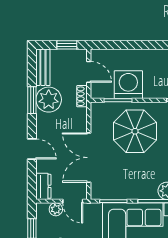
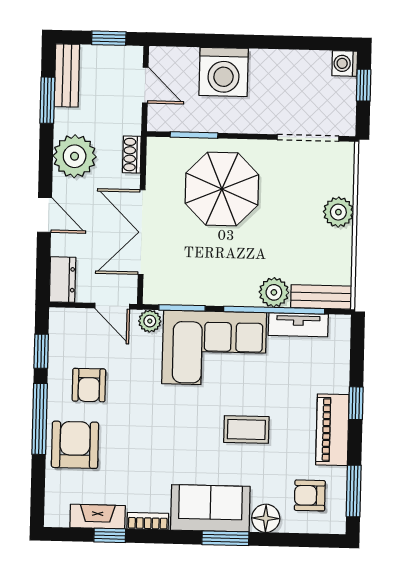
washing machine: (128, 85) -> (224, 72), moved, turned 180
shoe rack: (82, 96) -> (132, 155), moved
window: (32, 100) -> (47, 100), moved
plant: (49, 100) -> (75, 156), moved
plant: (56, 209) -> (150, 321), moved

